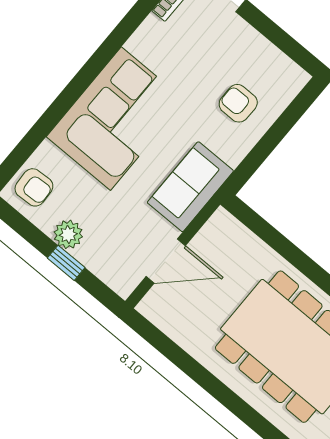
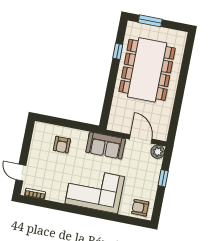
armchair: (34, 187) -> (140, 208), turned -87
plant: (68, 234) -> (158, 152), moved

